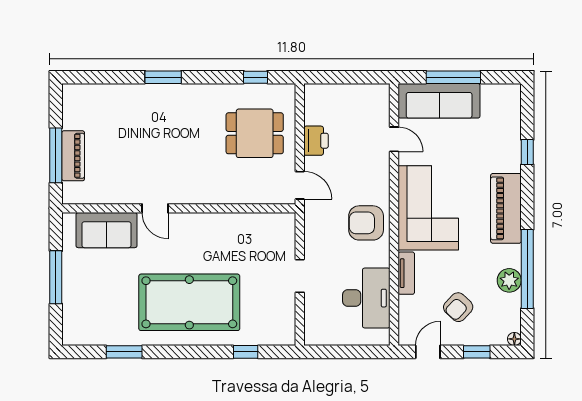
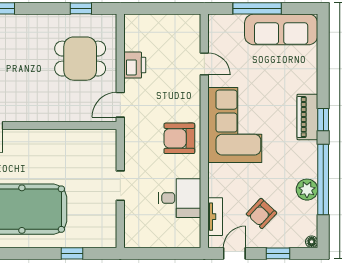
sofa: (439, 101) -> (281, 29), moved
window: (527, 152) -> (323, 120), moved
door: (300, 185) -> (120, 105), swing flipped
piano: (506, 208) -> (307, 117), width x0.73, depth x0.75
tv unit: (406, 273) -> (215, 217), moved
desk: (366, 298) -> (180, 198), width x0.73

